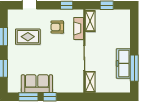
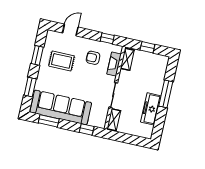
window: (134, 68) -> (166, 94), moved
sofa: (37, 84) -> (61, 107), width x1.85, depth x1.27
window: (50, 97) -> (87, 129), moved

